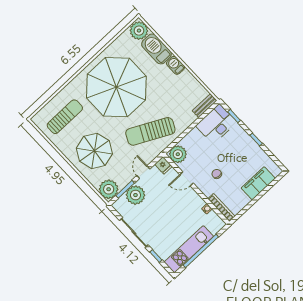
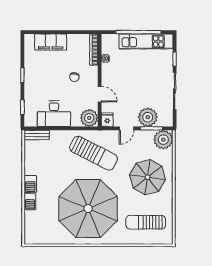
plant: (139, 31) -> (33, 234), removed
barbecue: (156, 49) -> (30, 202), width x0.53, depth x0.65
desk: (216, 124) -> (54, 114), moved

